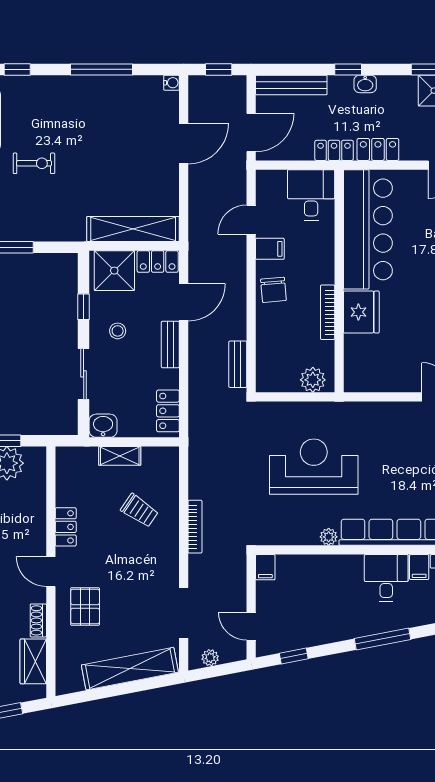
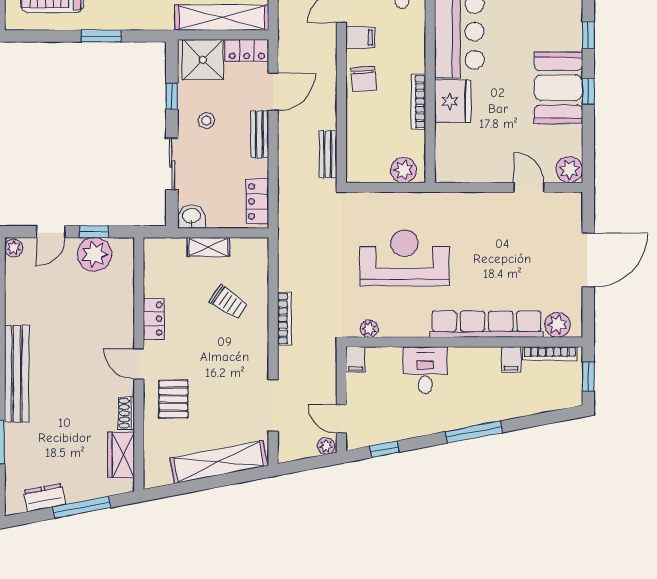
plant: (329, 537) -> (369, 329), moved
desk: (386, 578) -> (425, 370), moved
plant: (210, 658) -> (326, 446), moved

